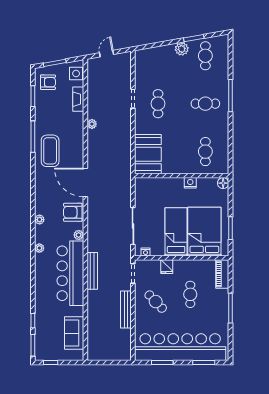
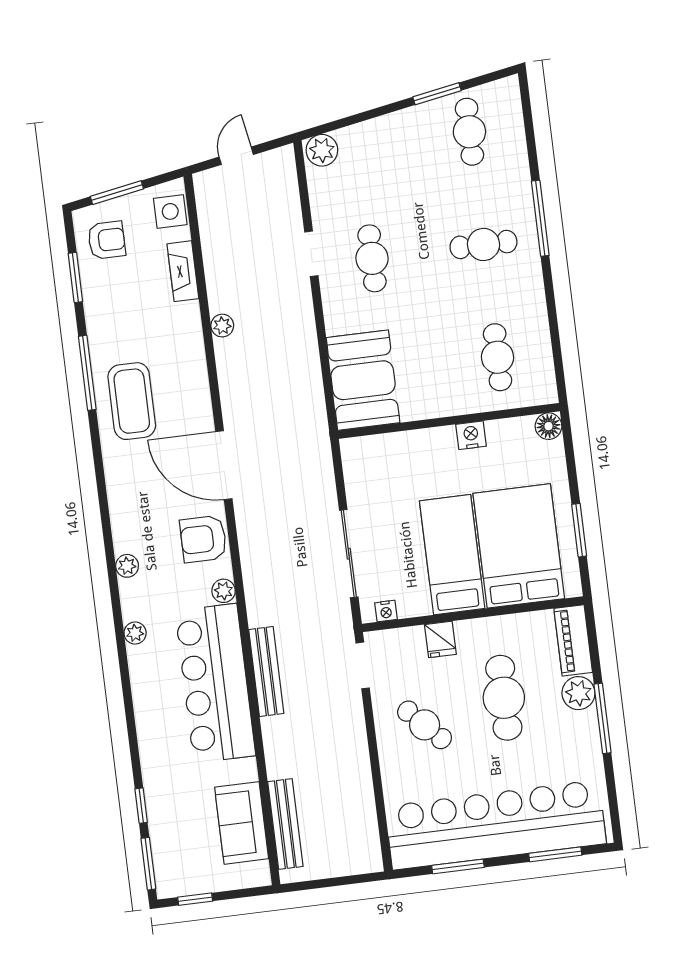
plant: (182, 49) -> (322, 150), moved
cafe table: (190, 294) -> (504, 698), width x1.37, depth x1.35
plant: (222, 296) -> (578, 693), added
bench: (126, 309) -> (285, 824), moved

